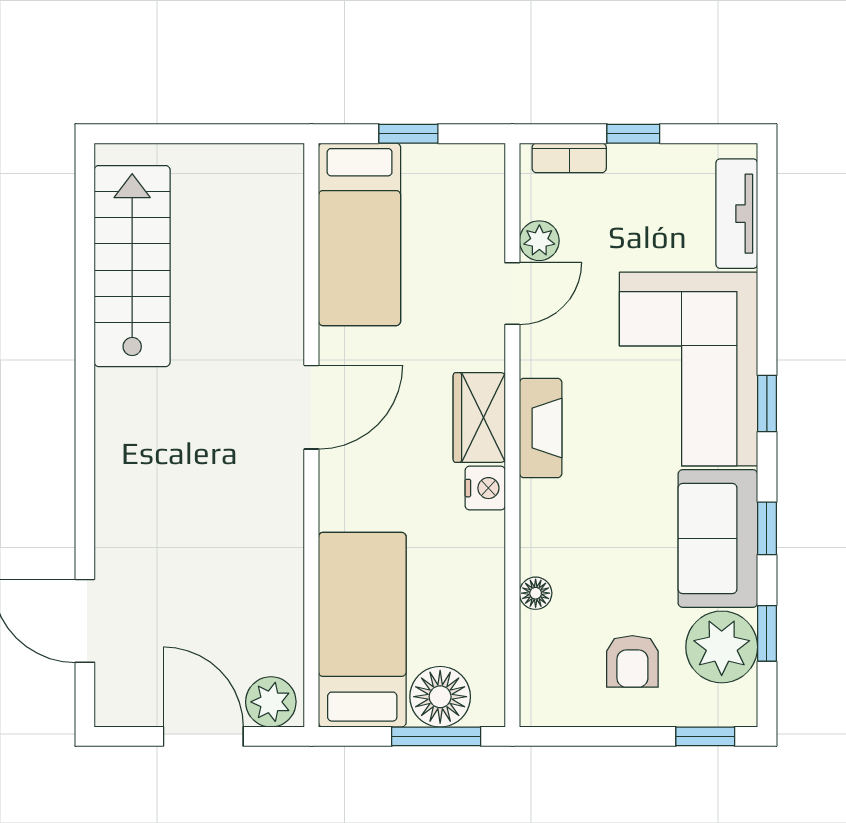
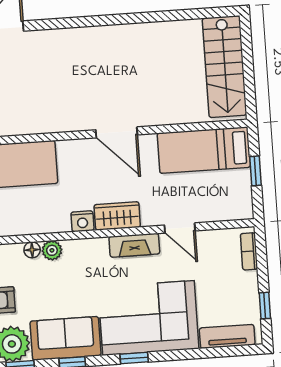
window: (633, 134) -> (265, 306), moved
plant: (539, 241) -> (52, 250), moved
stairs: (132, 266) -> (225, 67), moved, turned 90
fireplace: (541, 428) -> (134, 245), moved

